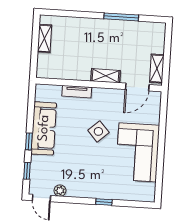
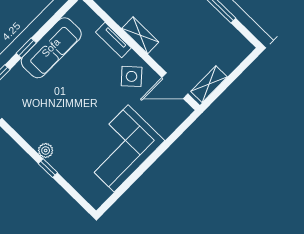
shelving: (106, 76) -> (140, 35), moved
side table: (98, 131) -> (132, 76), moved
plant: (60, 191) -> (46, 150), moved

